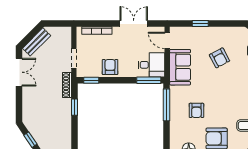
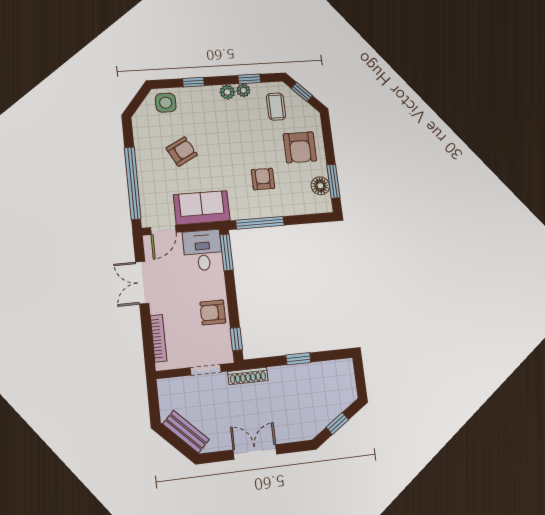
window: (200, 24) -> (133, 183), width x3.17
double door: (19, 72) -> (255, 452), moved
window: (74, 107) -> (298, 359), moved
armchair: (196, 110) -> (263, 179), turned -90

